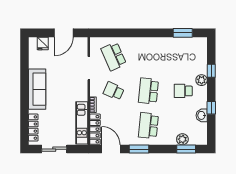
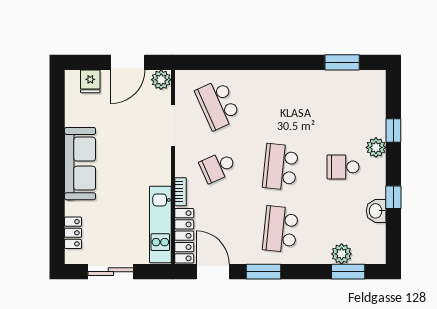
plant: (82, 43) -> (161, 80), added
school desk: (114, 91) -> (218, 167), turned -48
locker: (33, 128) -> (73, 233), width x0.66

